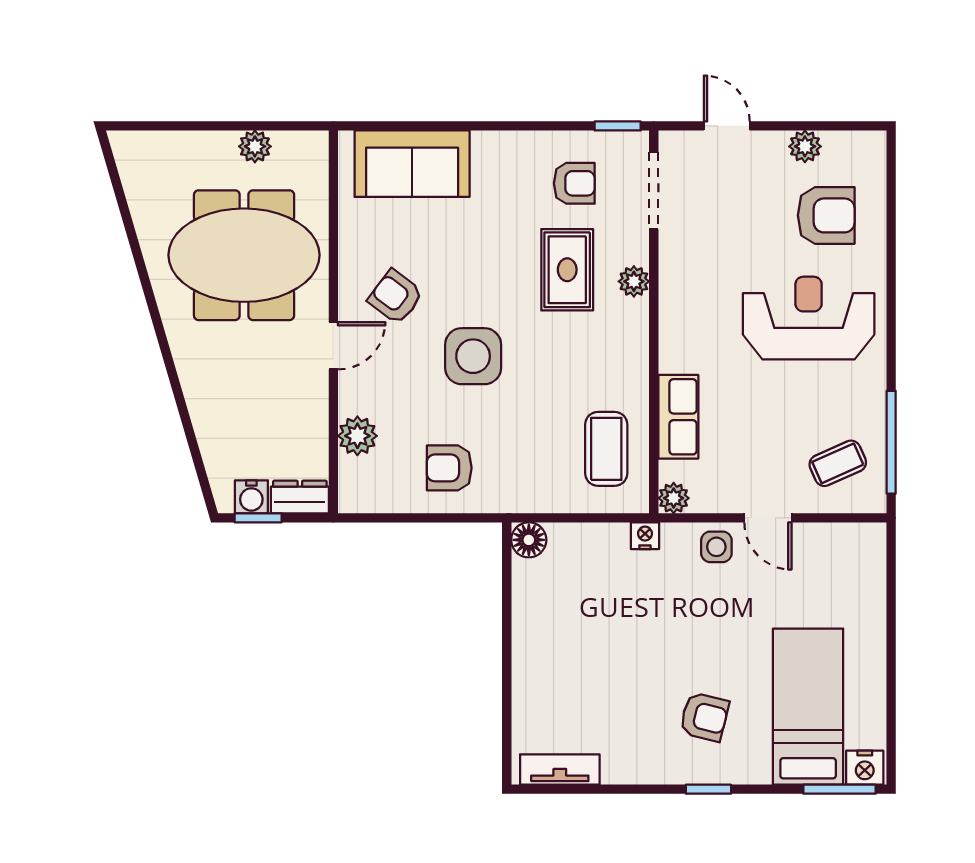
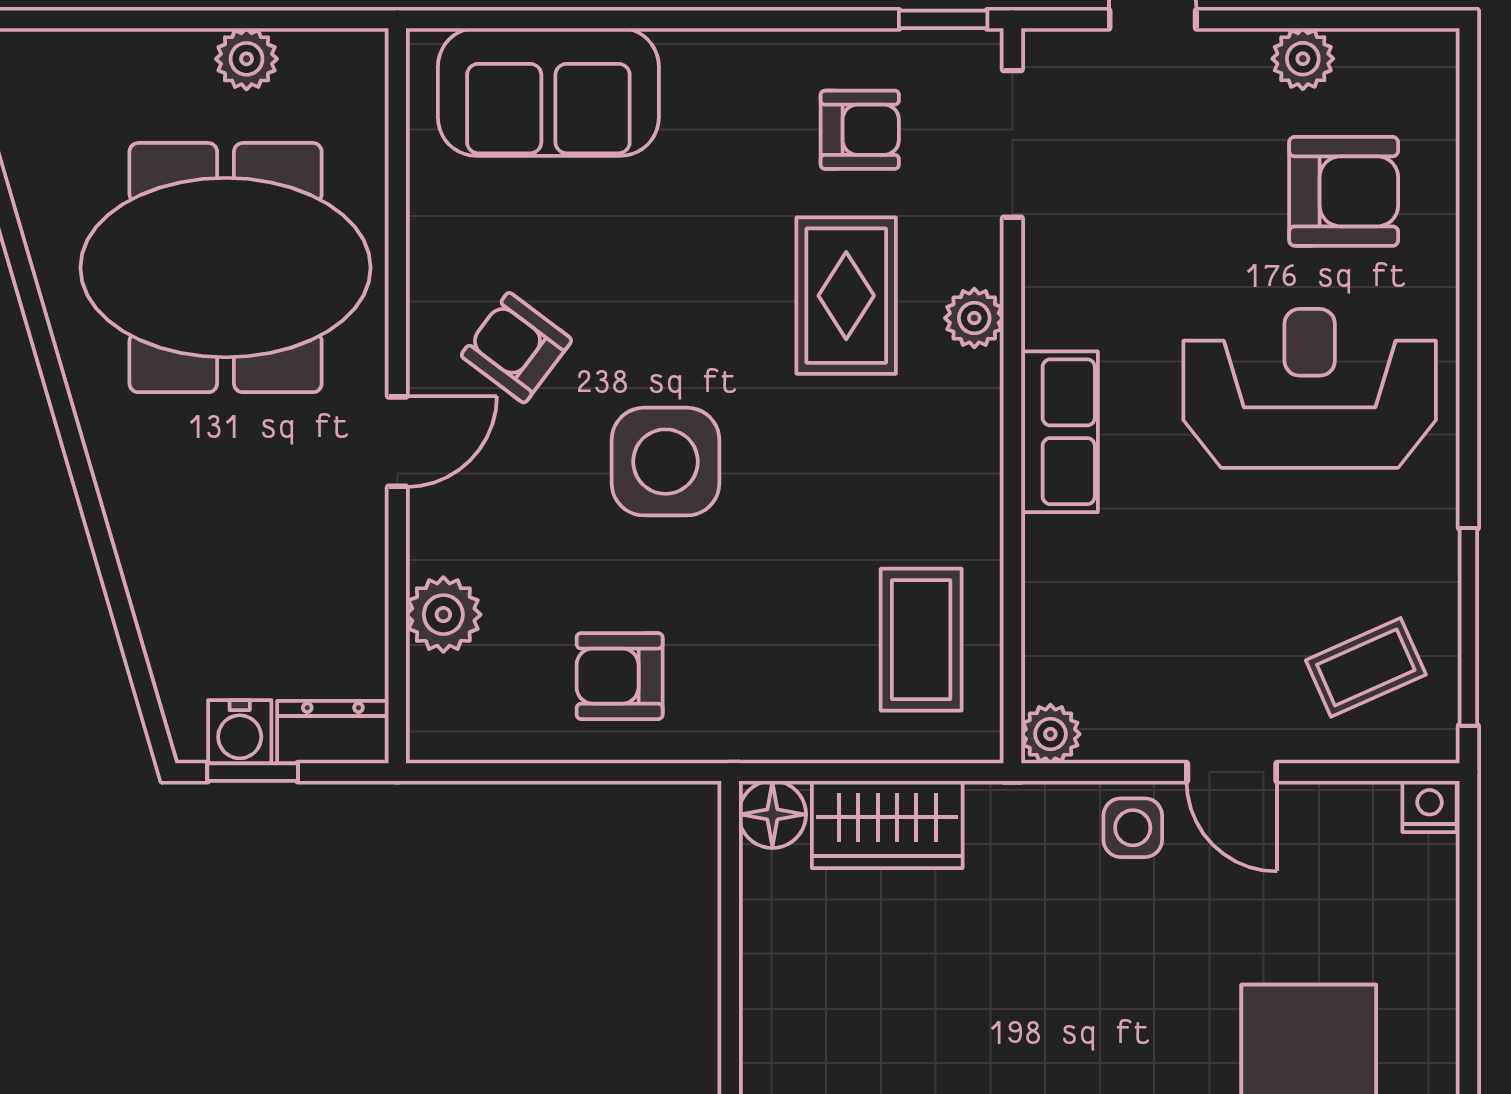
row of seats: (678, 417) -> (1059, 432), moved
nightstand: (645, 536) -> (1429, 806), moved
wardrobe: (589, 545) -> (887, 824), added

